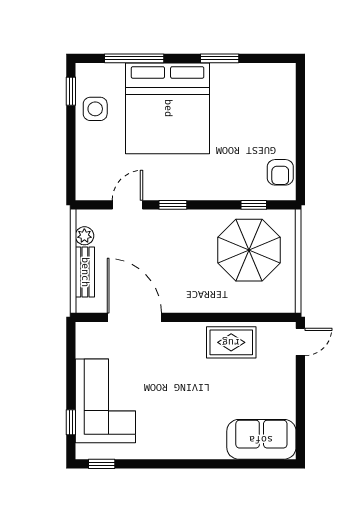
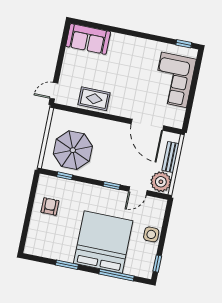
side table: (95, 109) -> (151, 234), moved
armchair: (280, 172) -> (50, 206), moved
plant: (84, 236) -> (161, 182), width x1.87, depth x1.87
window: (71, 422) -> (197, 71), removed

